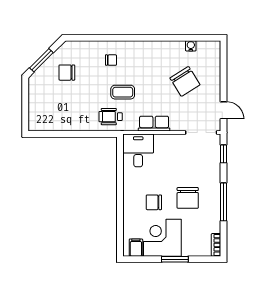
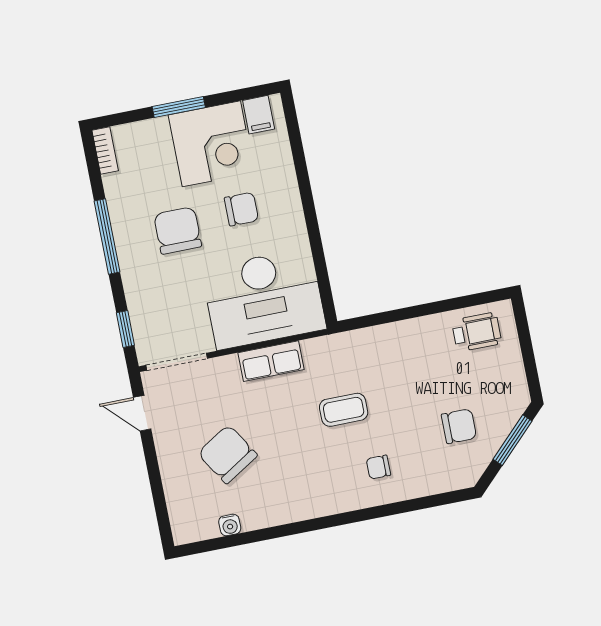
wheelchair: (111, 117) -> (477, 332), moved
desk: (138, 150) -> (264, 299), width x1.87, depth x1.30

